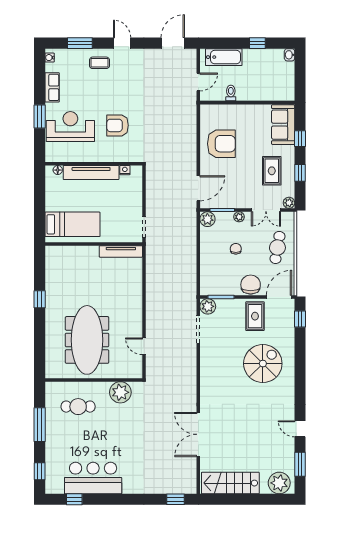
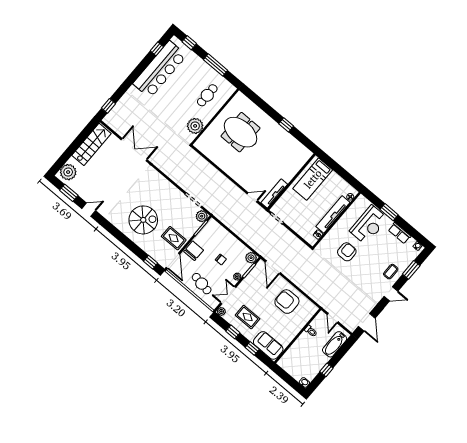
armchair: (221, 144) -> (287, 302), turned 90
chair: (251, 285) -> (194, 251), turned -90
meeting table: (87, 340) -> (241, 132), width x0.73
door: (144, 346) -> (252, 197), moved
spiral stairs: (263, 364) -> (143, 220), turned -90
bar counter: (93, 478) -> (160, 70), width x1.36

